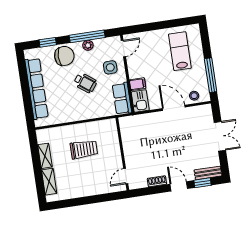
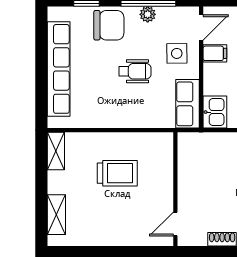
wheelchair: (85, 83) -> (135, 71), turned -37
filing cabinet: (138, 84) -> (215, 53), moved
shelving: (45, 156) -> (56, 151), moved

